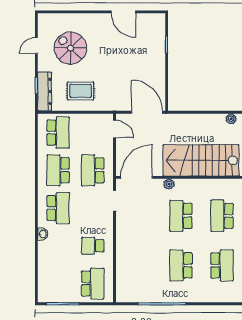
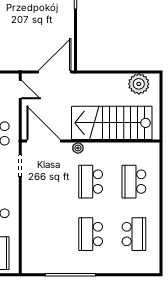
door: (147, 112) -> (55, 72), hinge flipped
plant: (231, 119) -> (139, 84), width x1.87, depth x1.87
door: (137, 177) -> (44, 141), hinge flipped

